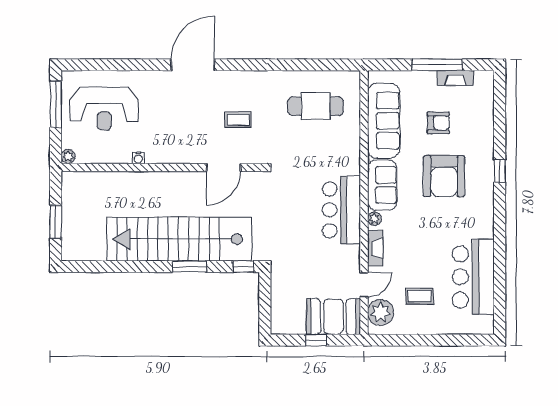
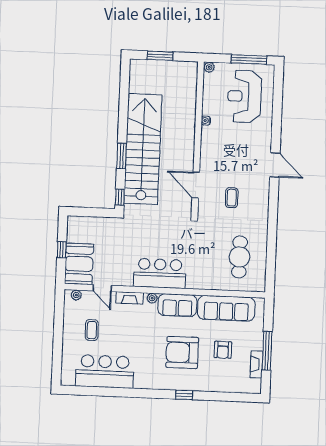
door: (193, 65) -> (275, 165), width x0.73
plant: (381, 312) -> (76, 295), width x0.53, depth x0.53

